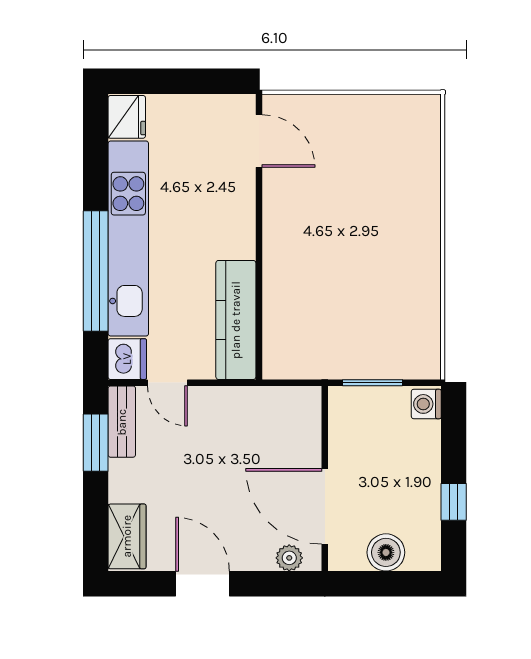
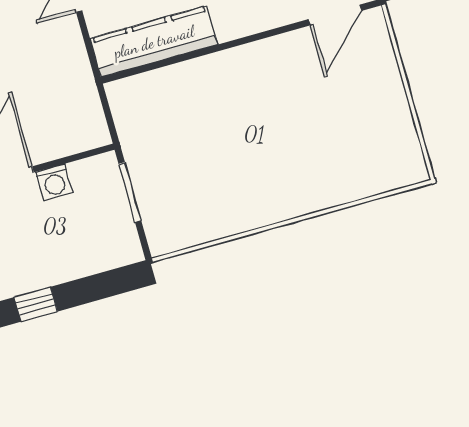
washing machine: (426, 404) -> (54, 182), moved, turned 180

